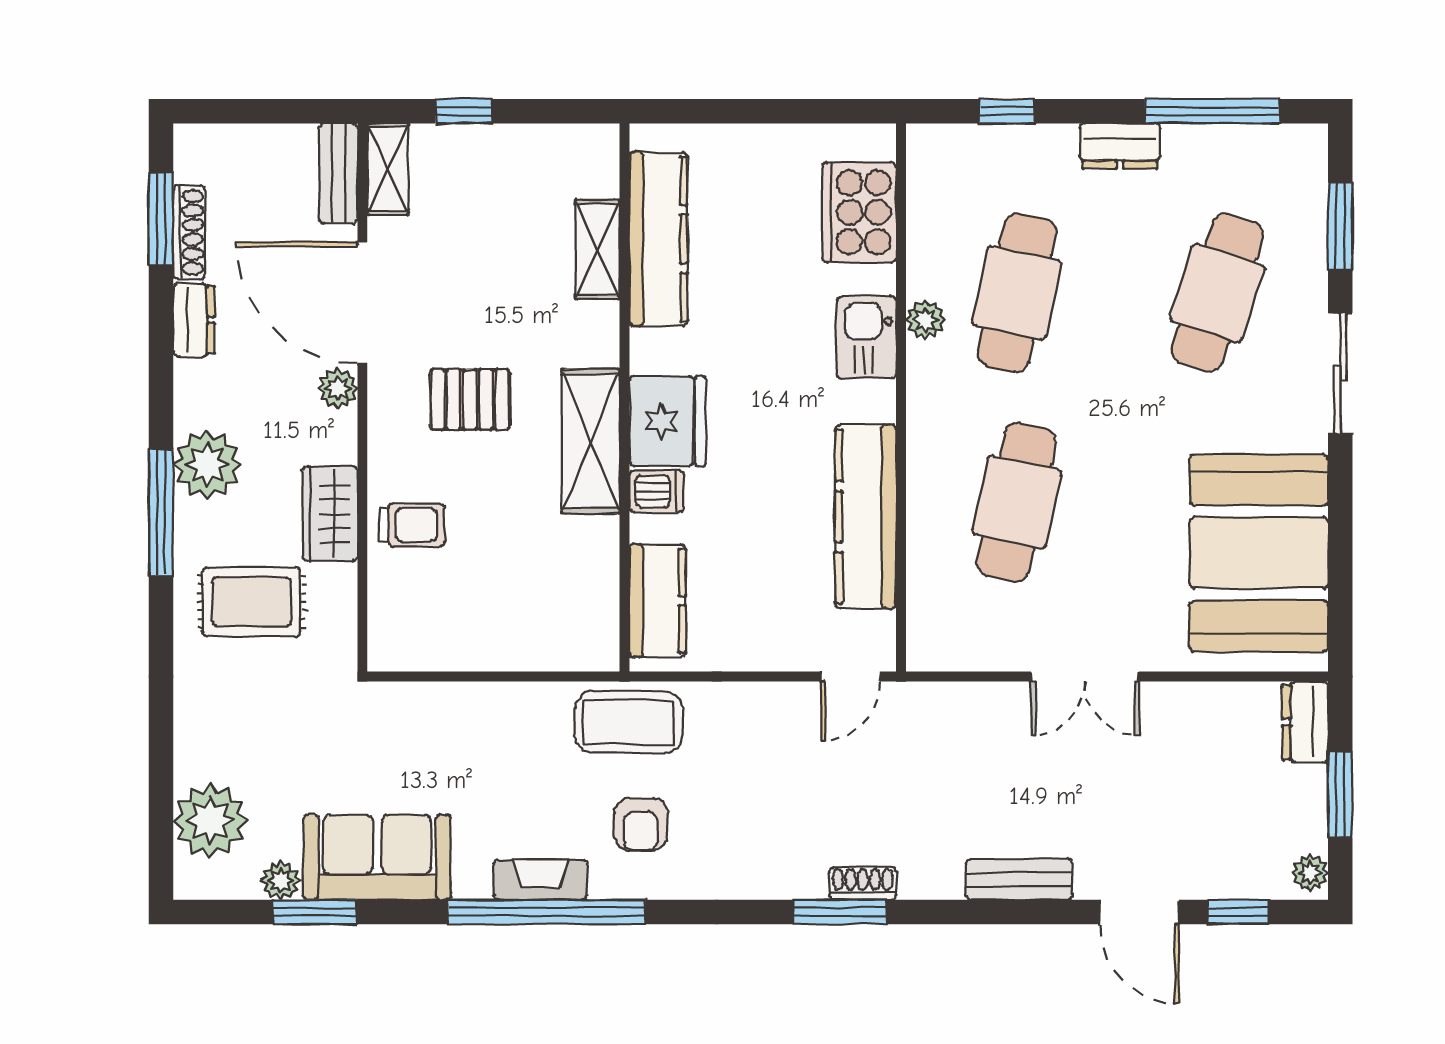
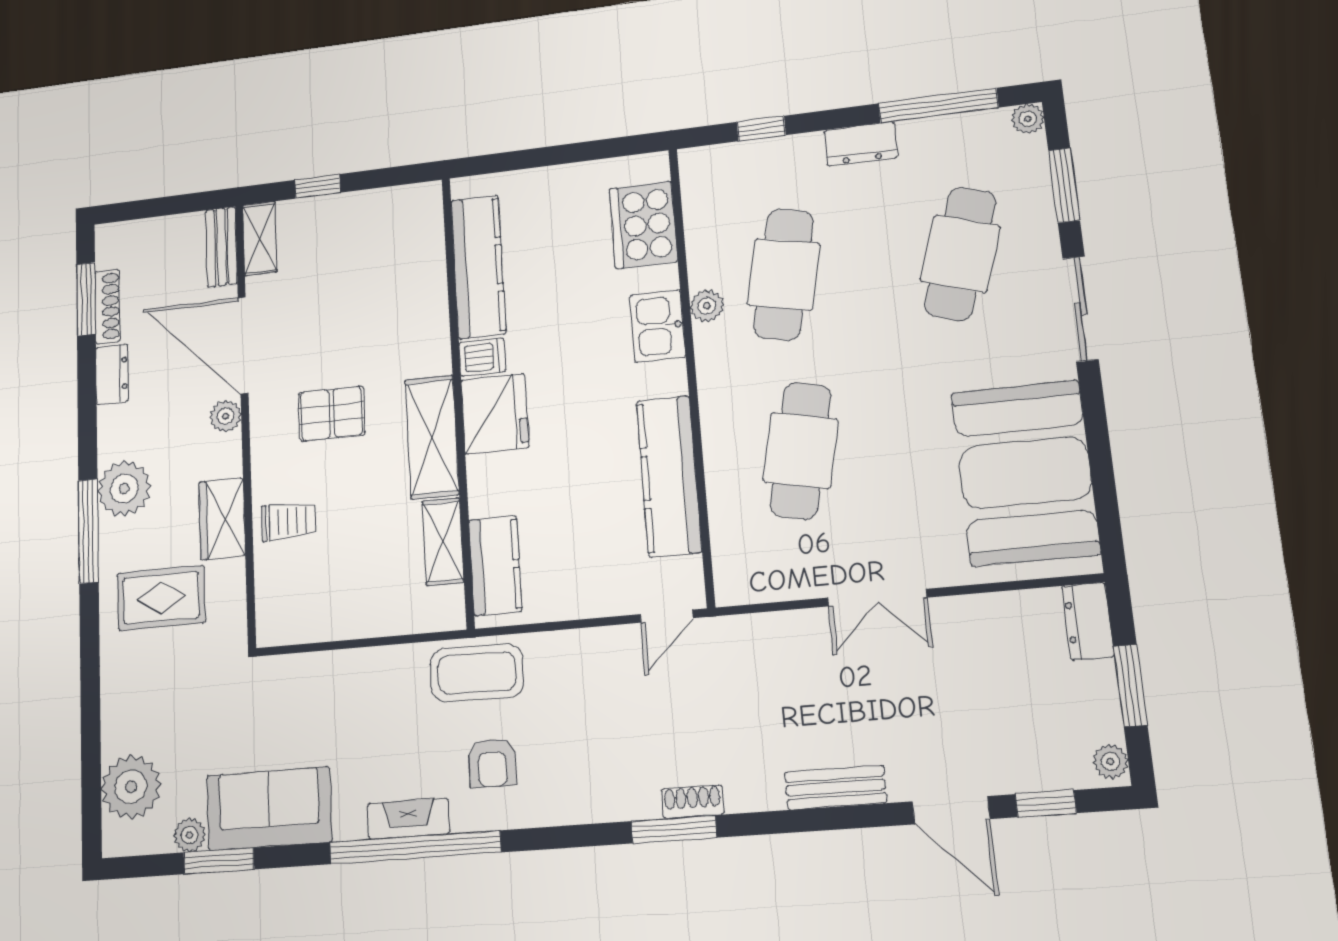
plant: (1310, 141) -> (1028, 119), added
shelving: (597, 249) -> (443, 542), moved
dishwasher: (656, 491) -> (482, 357), moved

